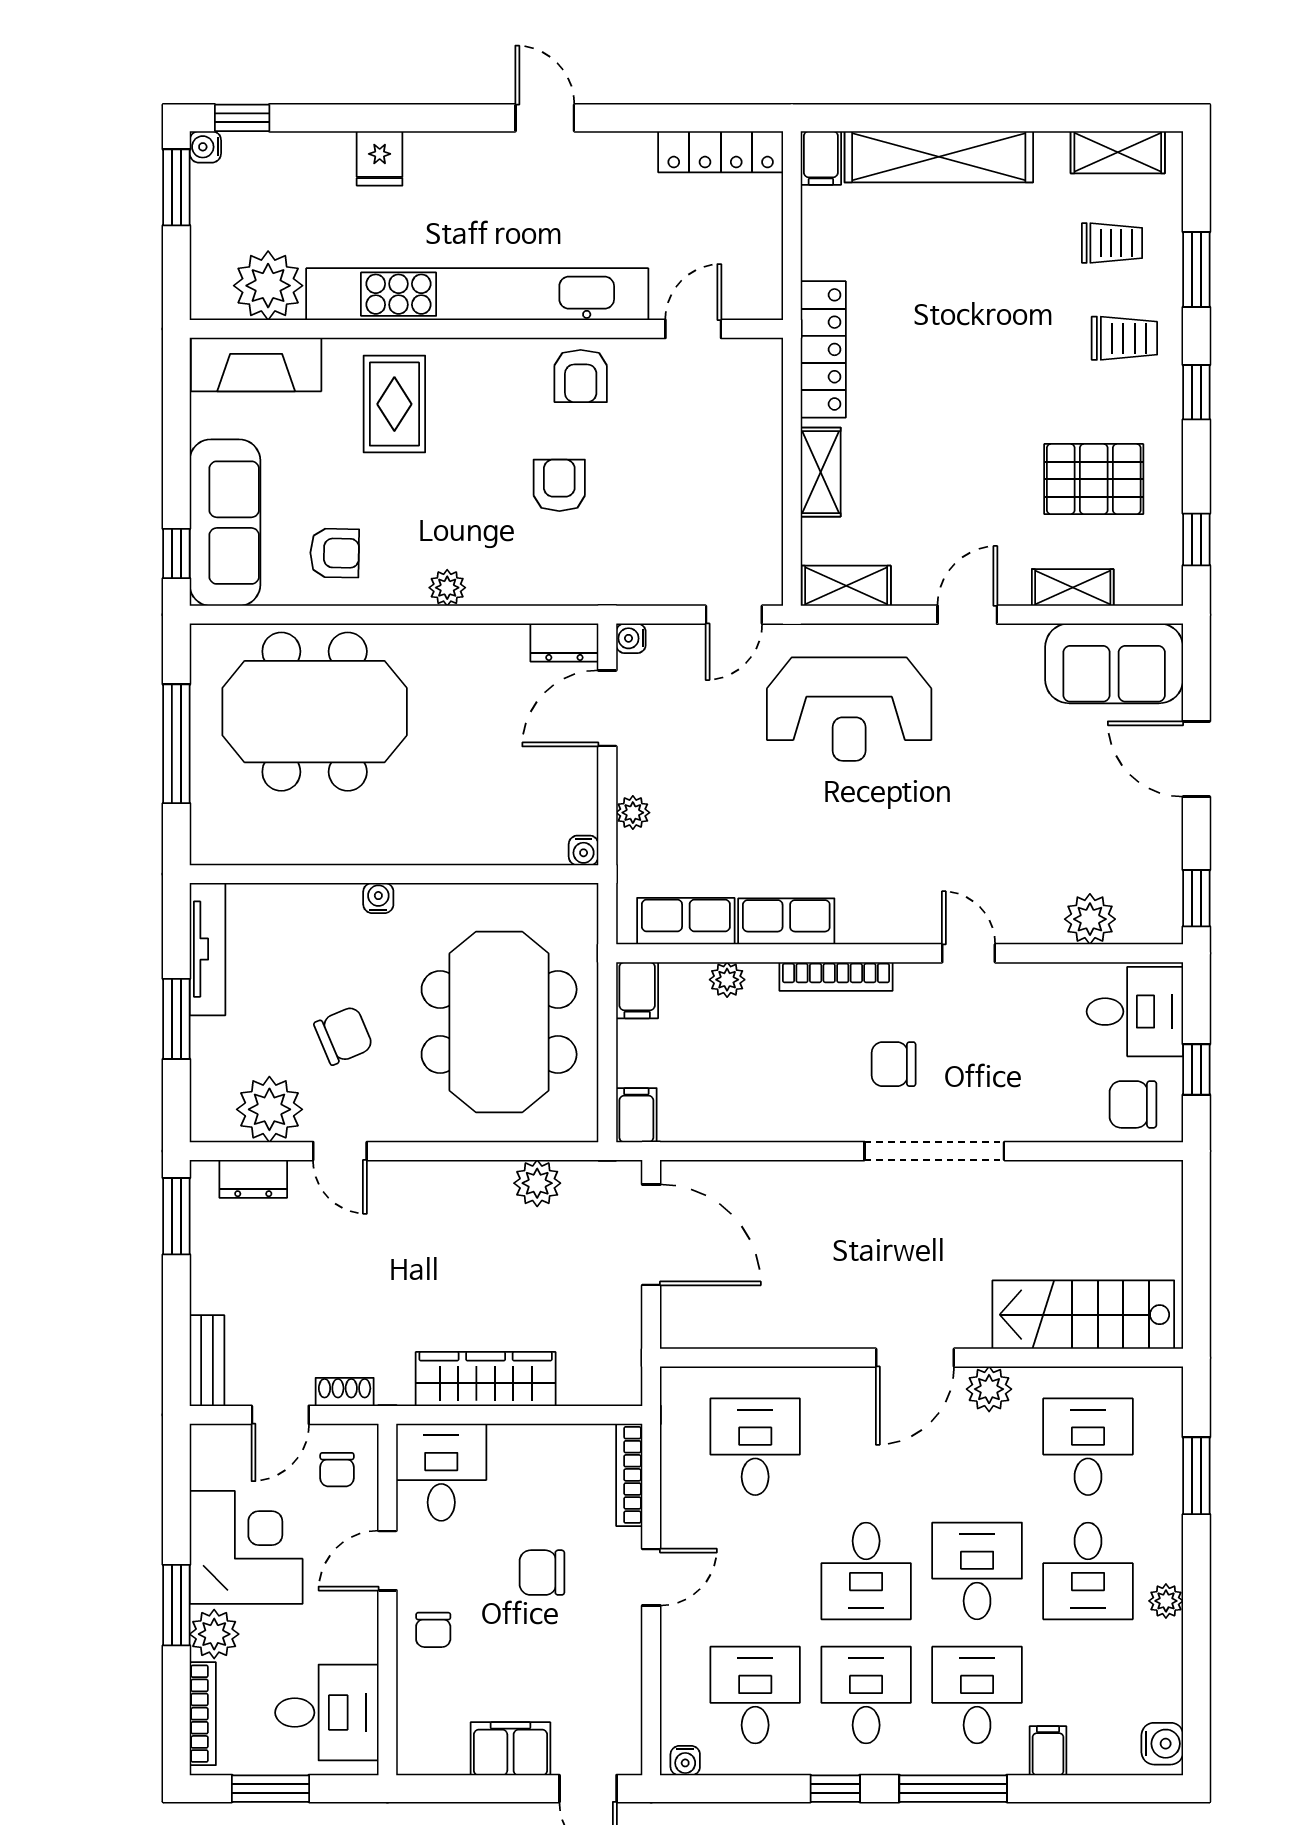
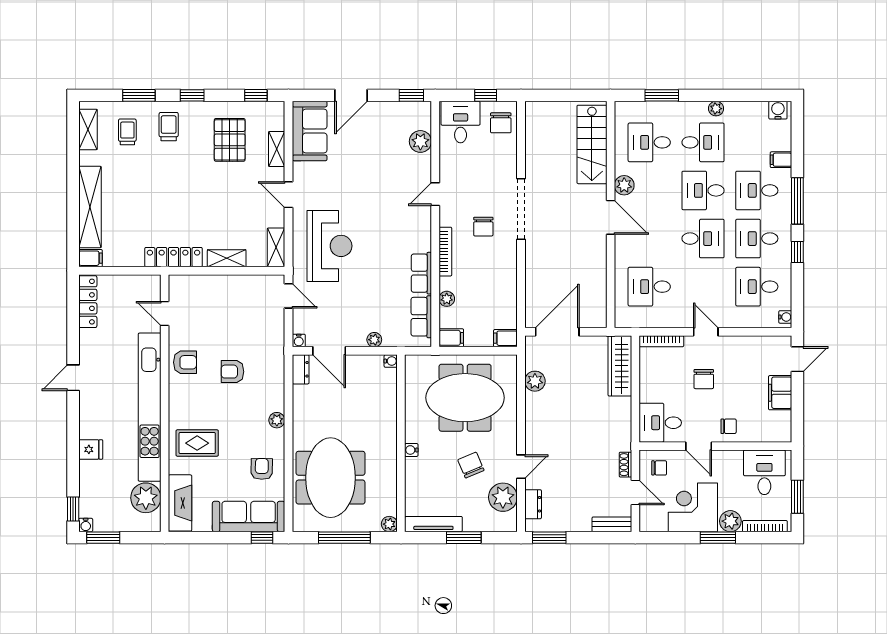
plant: (208, 847) -> (389, 524), added
wardrobe: (486, 1379) -> (620, 366), moved

